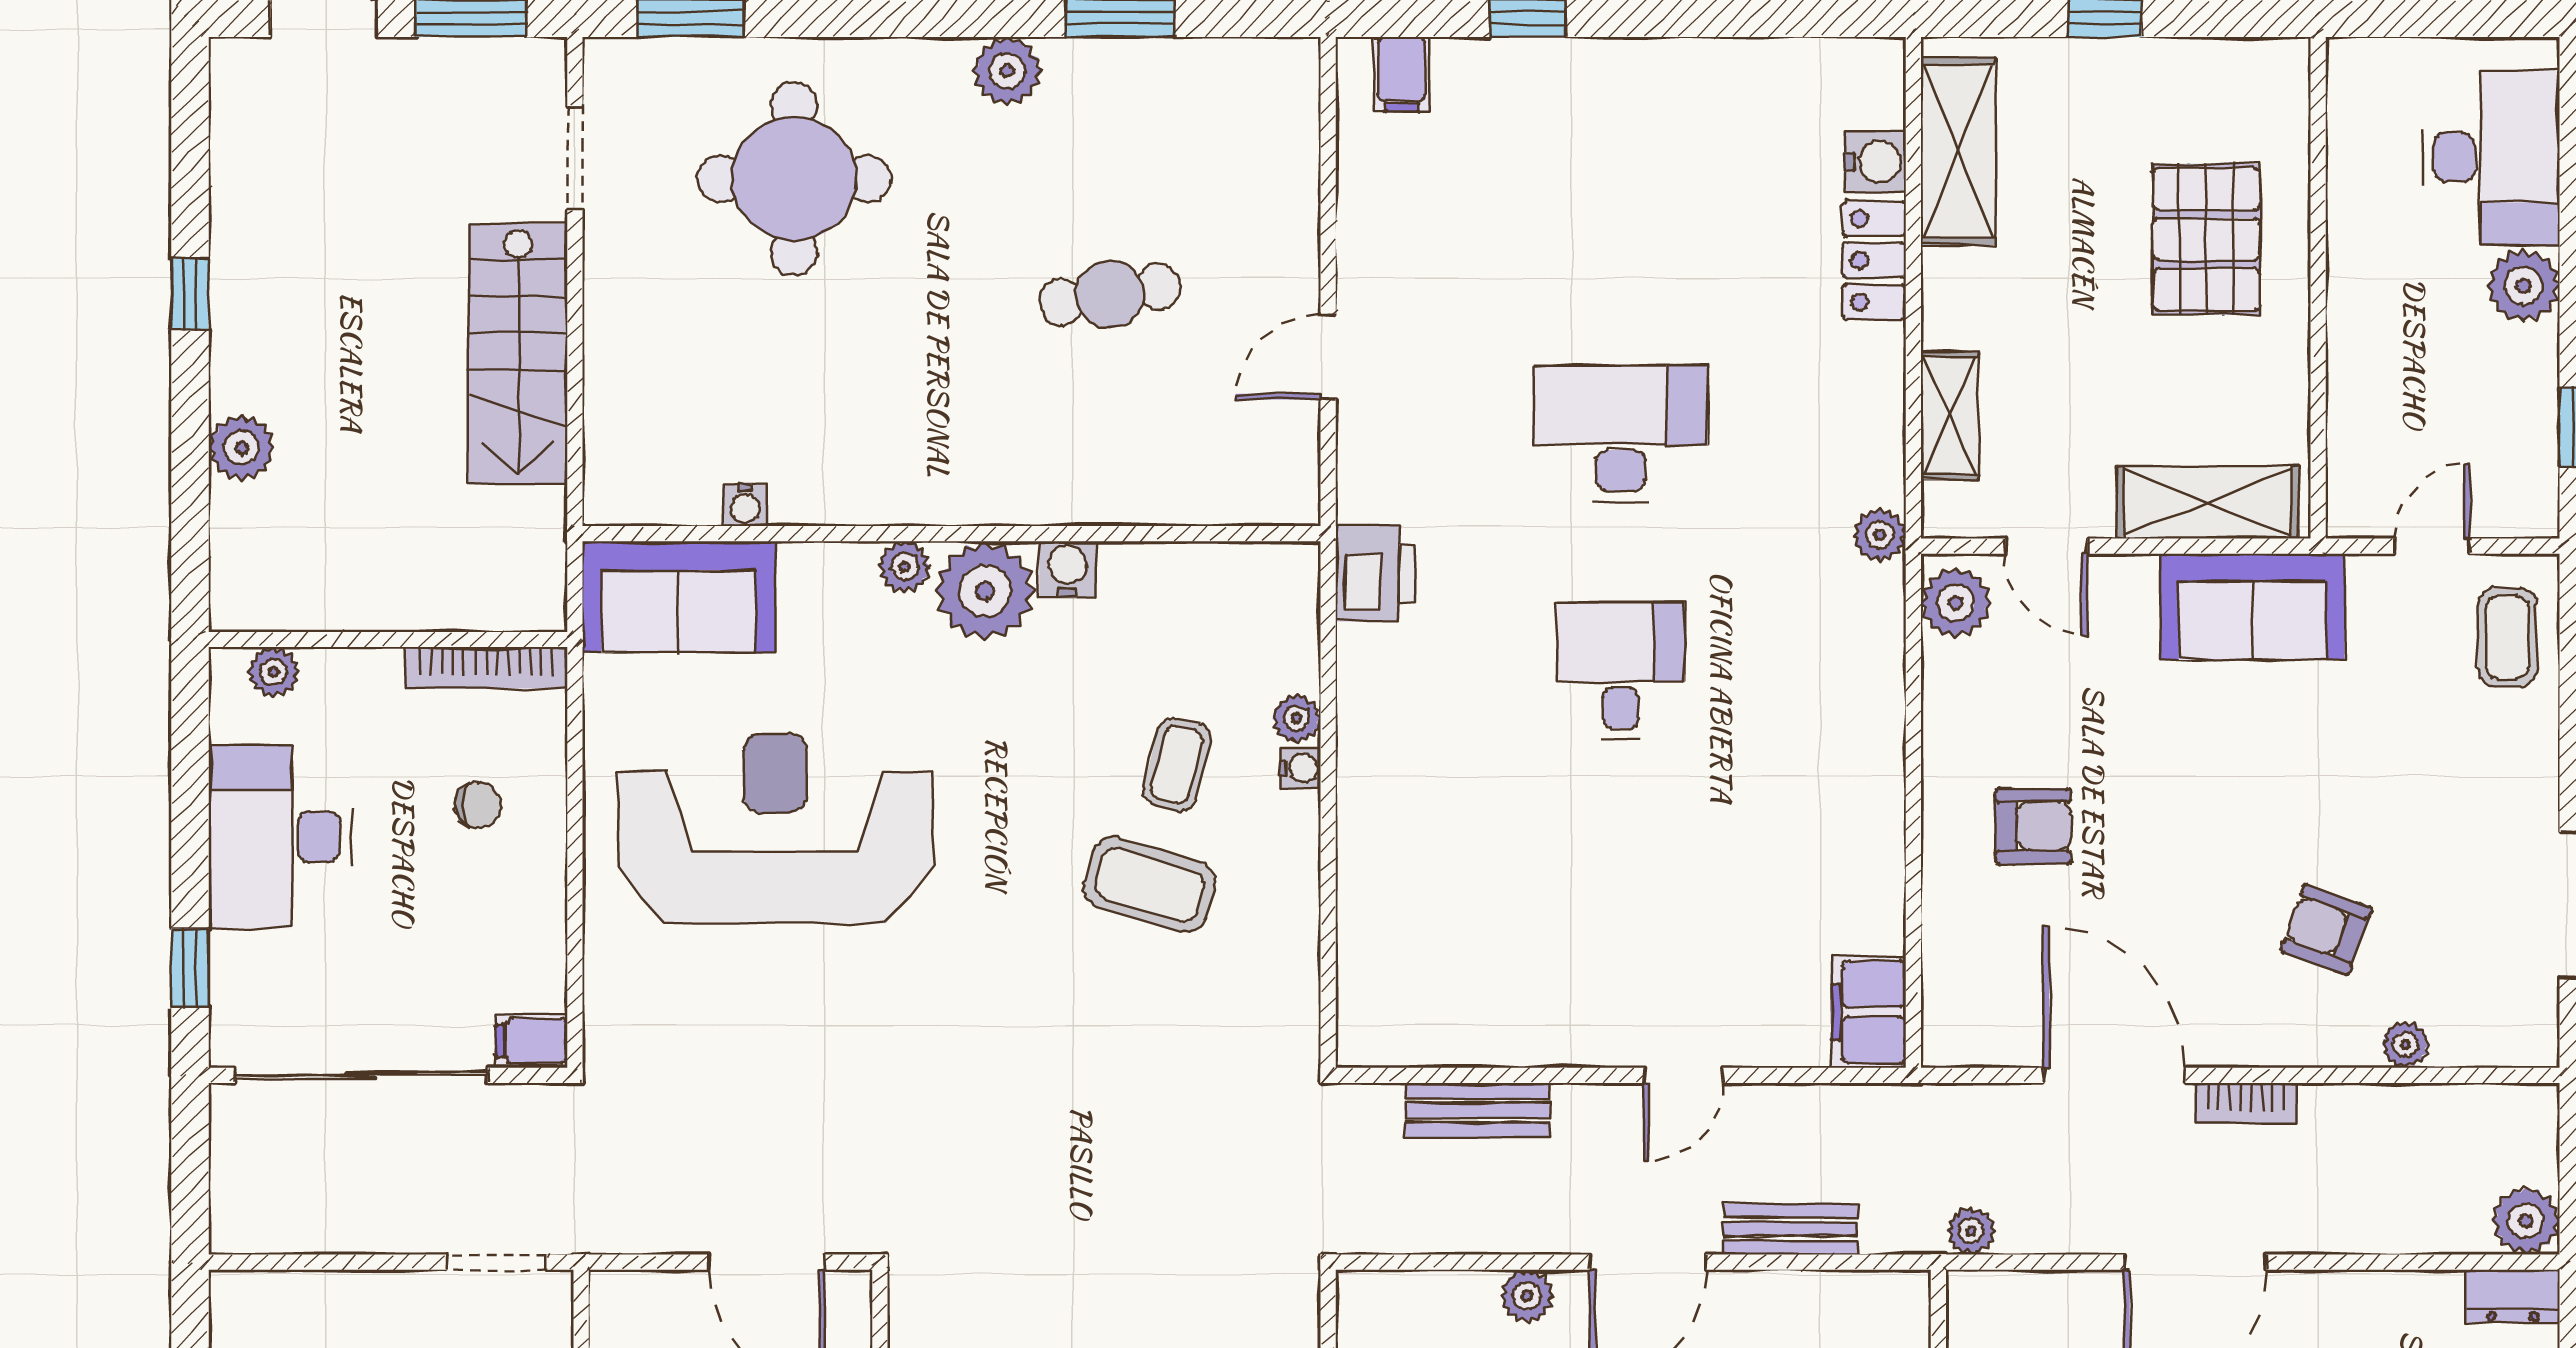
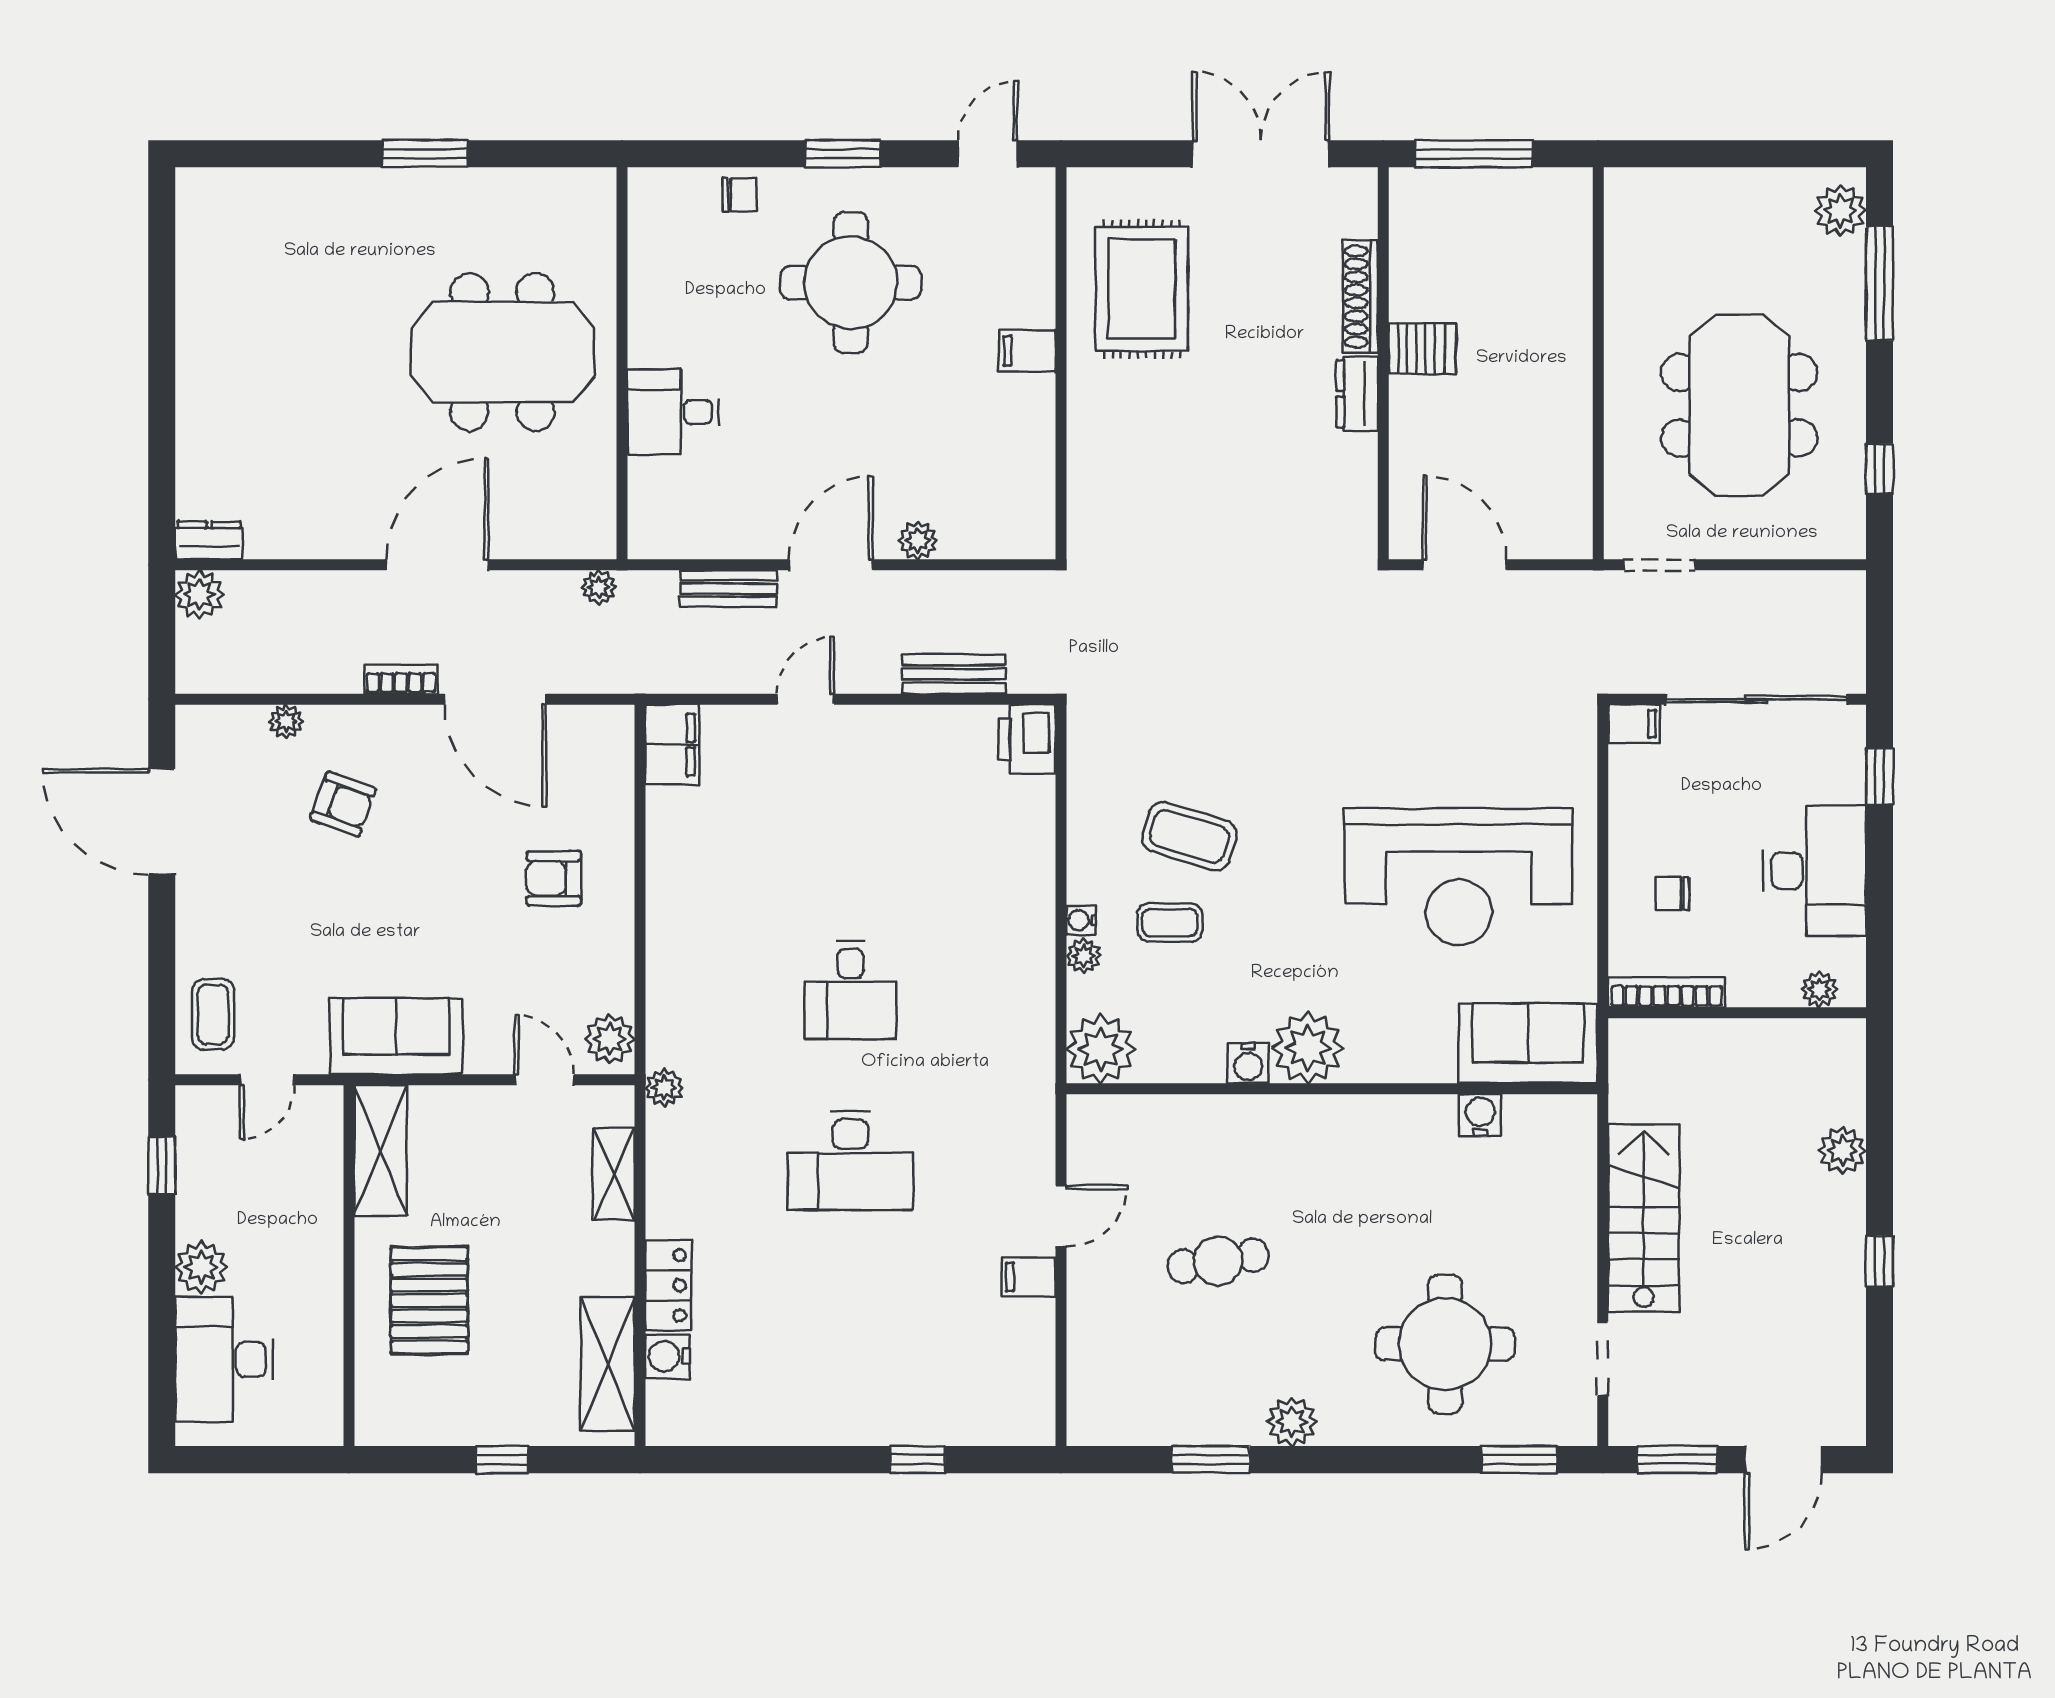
filing cabinet: (1402, 74) -> (1029, 1277), moved, turned -90
shelving: (2208, 502) -> (380, 1151), moved, turned 90
water cooler: (745, 505) -> (1480, 1115), width x1.38, depth x1.38
plant: (905, 567) -> (1101, 1049), moved, width x1.87, depth x1.87
printer: (1375, 573) -> (1027, 739), moved
coffee table: (1177, 765) -> (1170, 923), turned 76

